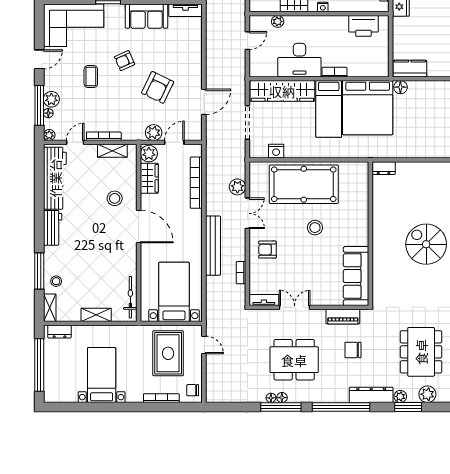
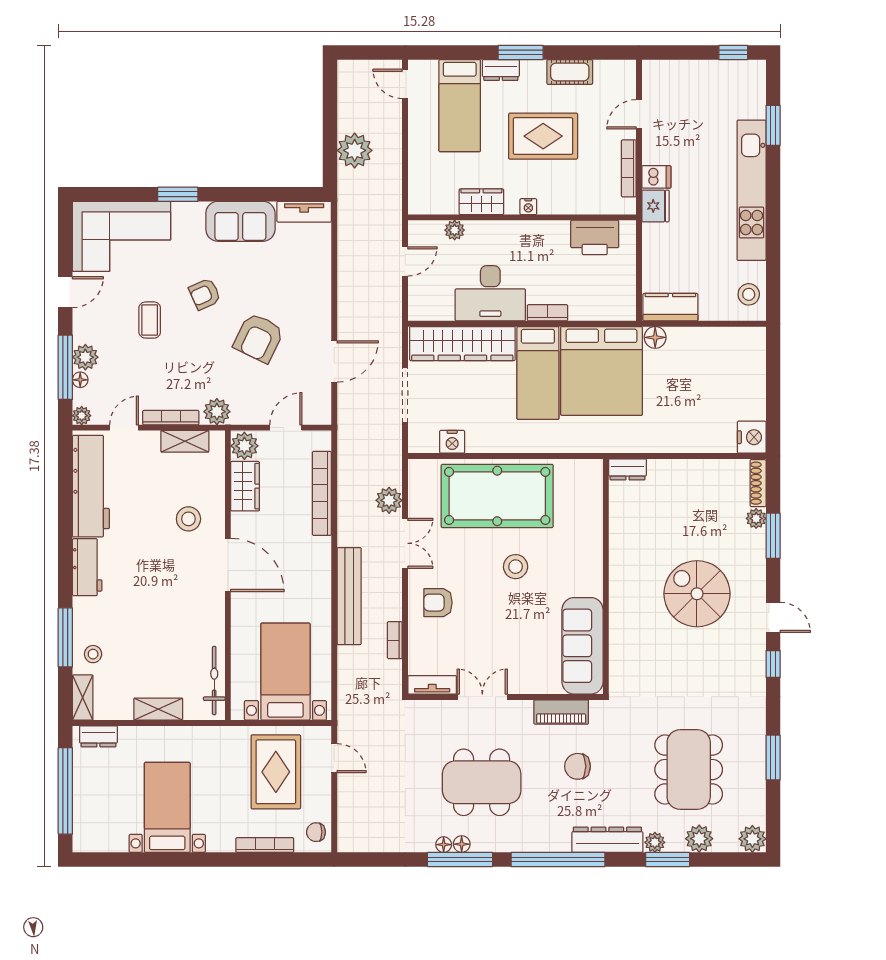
plant: (154, 133) -> (217, 412), moved

